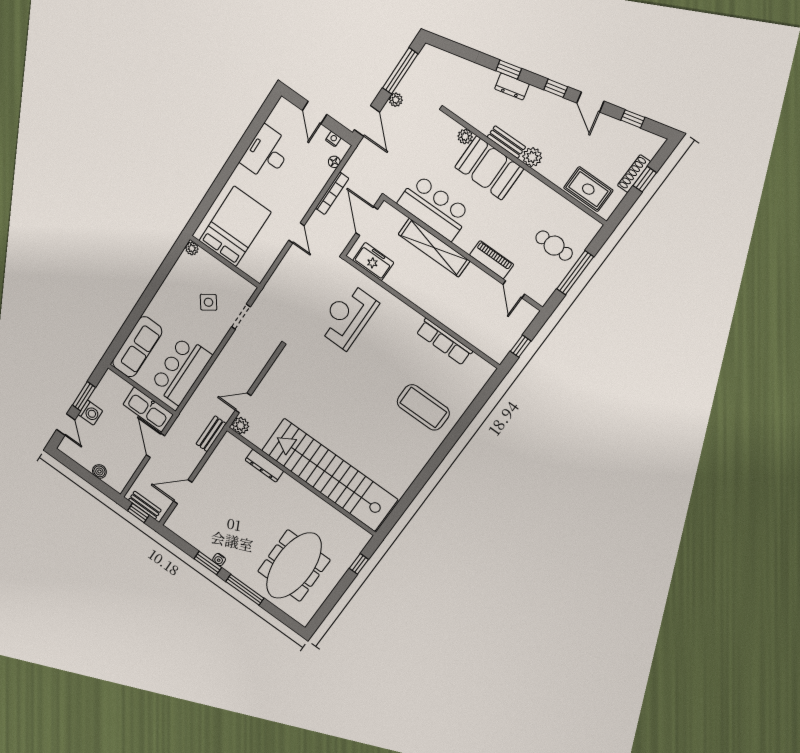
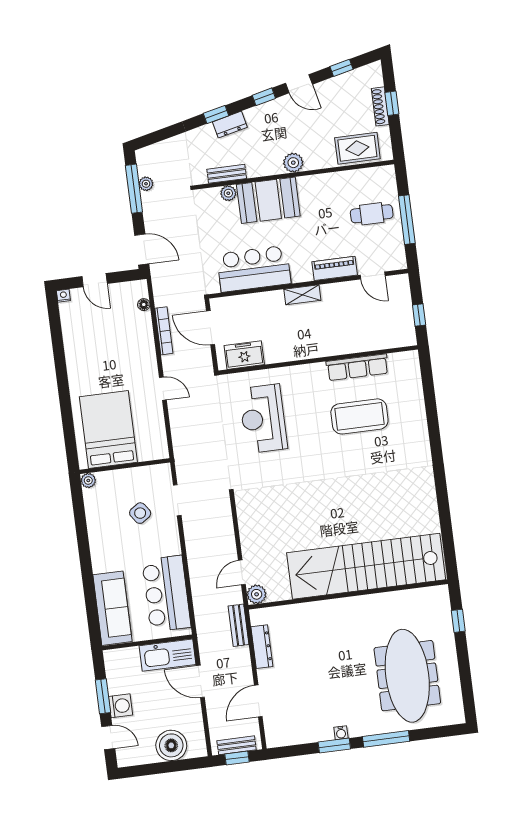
plant: (396, 100) -> (146, 184), moved
nightstand: (333, 139) -> (63, 296), moved
bench: (506, 142) -> (227, 174), moved
desk: (266, 153) -> (84, 347), removed
shelving: (434, 248) -> (302, 295), width x0.45, depth x0.75
coffee table: (423, 407) -> (359, 416), moved
dresser: (264, 466) -> (262, 647), moved, turned -90
boiler: (99, 471) -> (171, 745), width x1.86, depth x1.86

